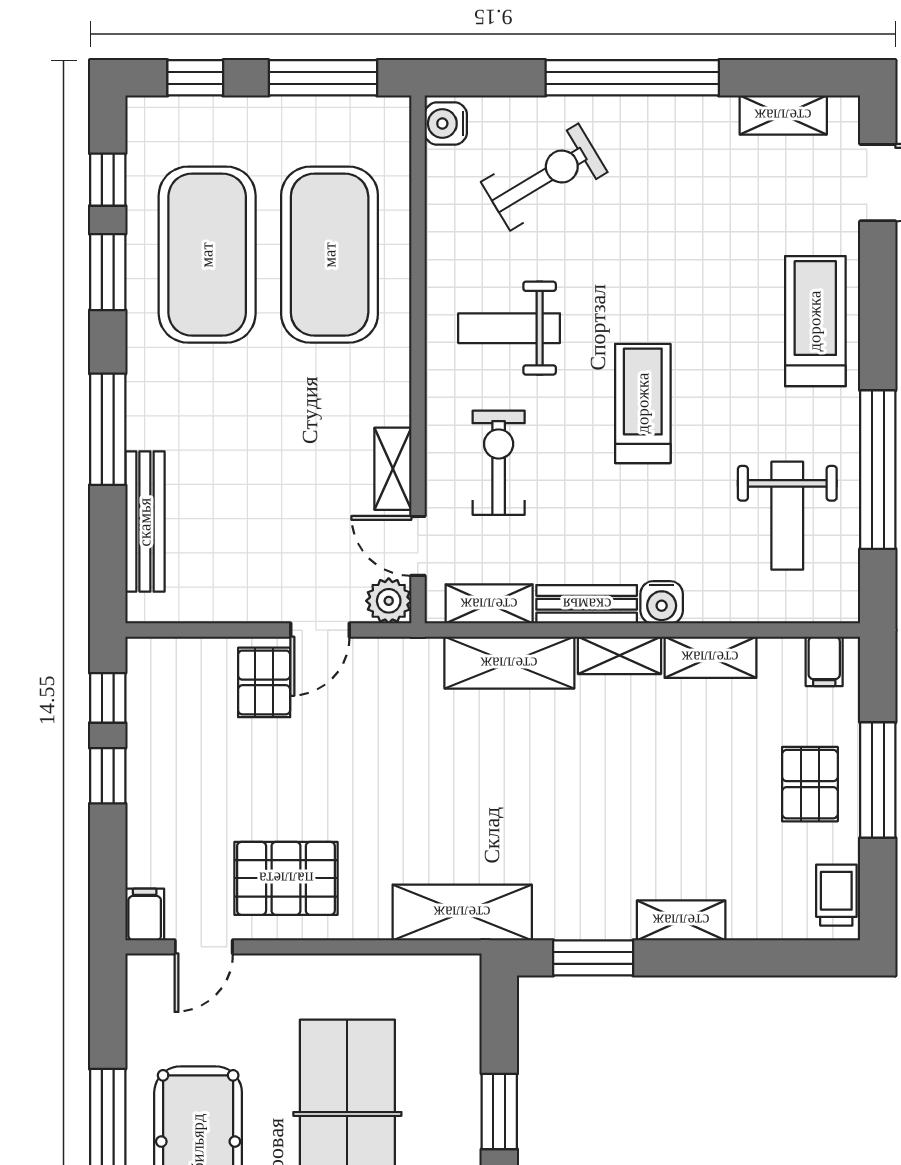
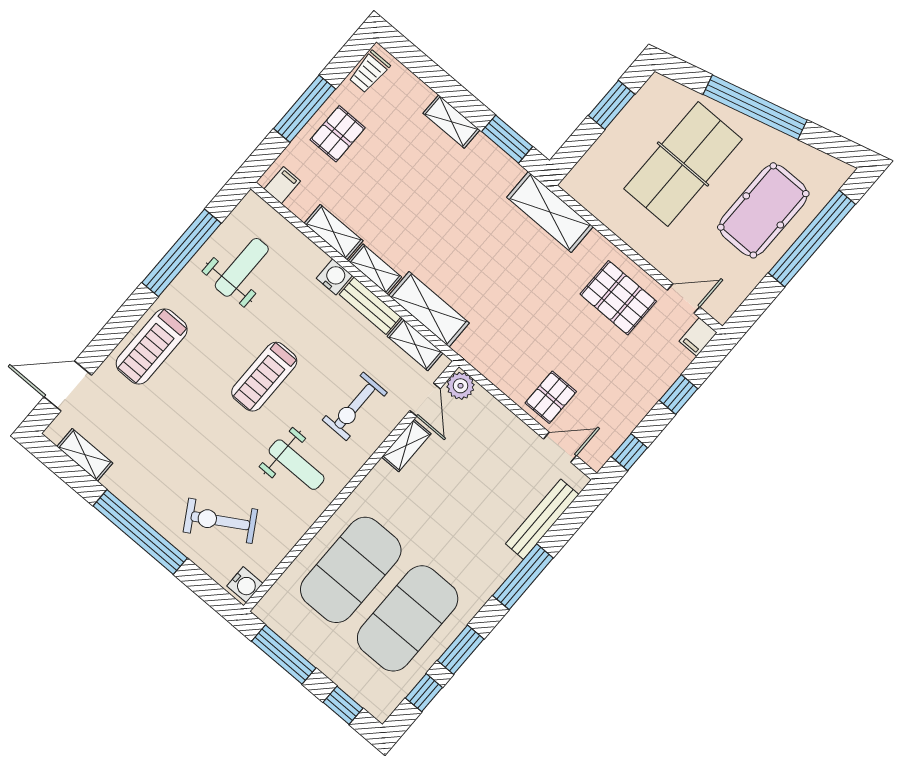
door: (320, 630) -> (560, 447), moved
window: (108, 776) -> (679, 395), moved

